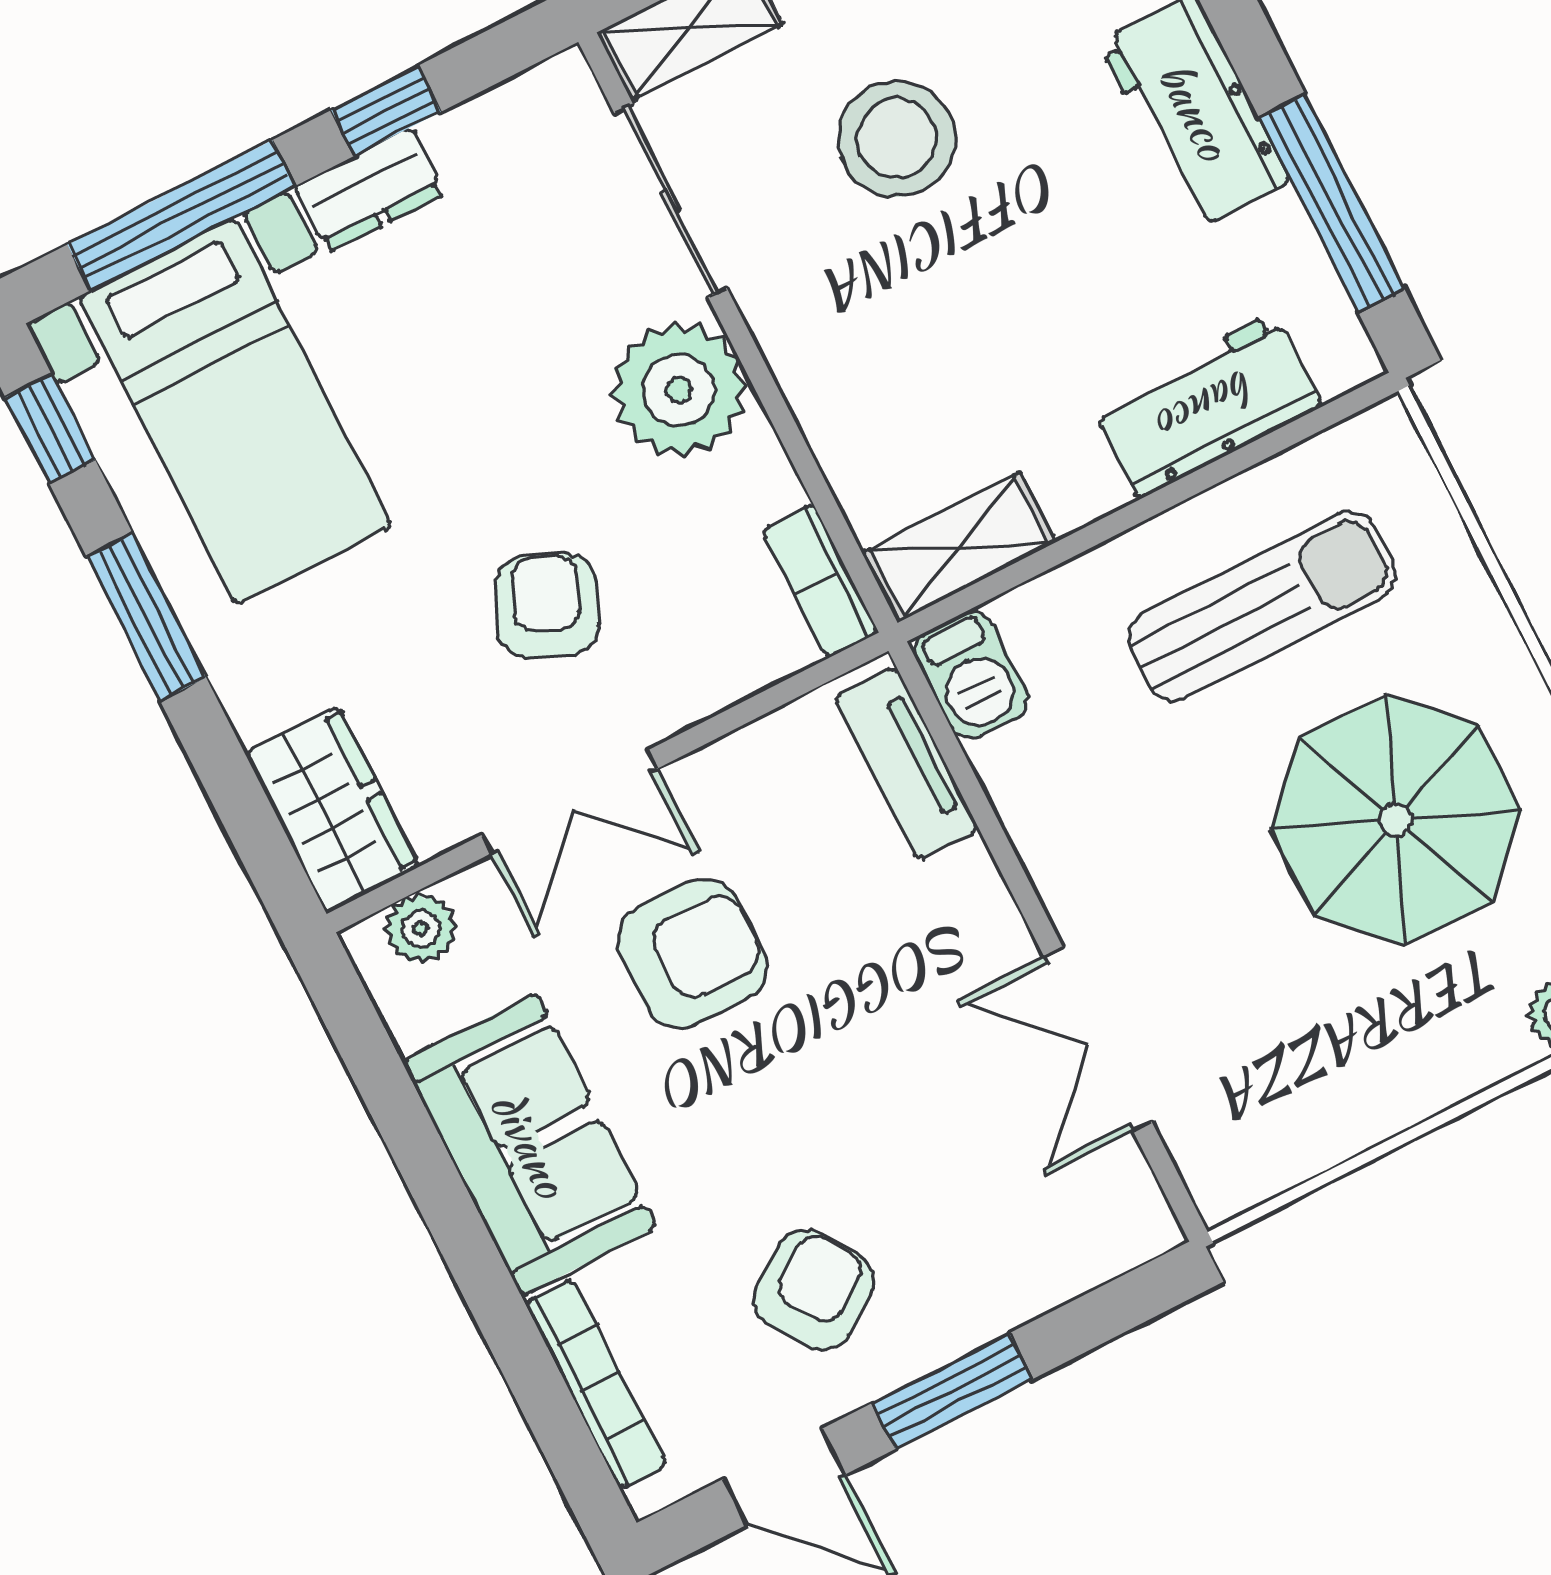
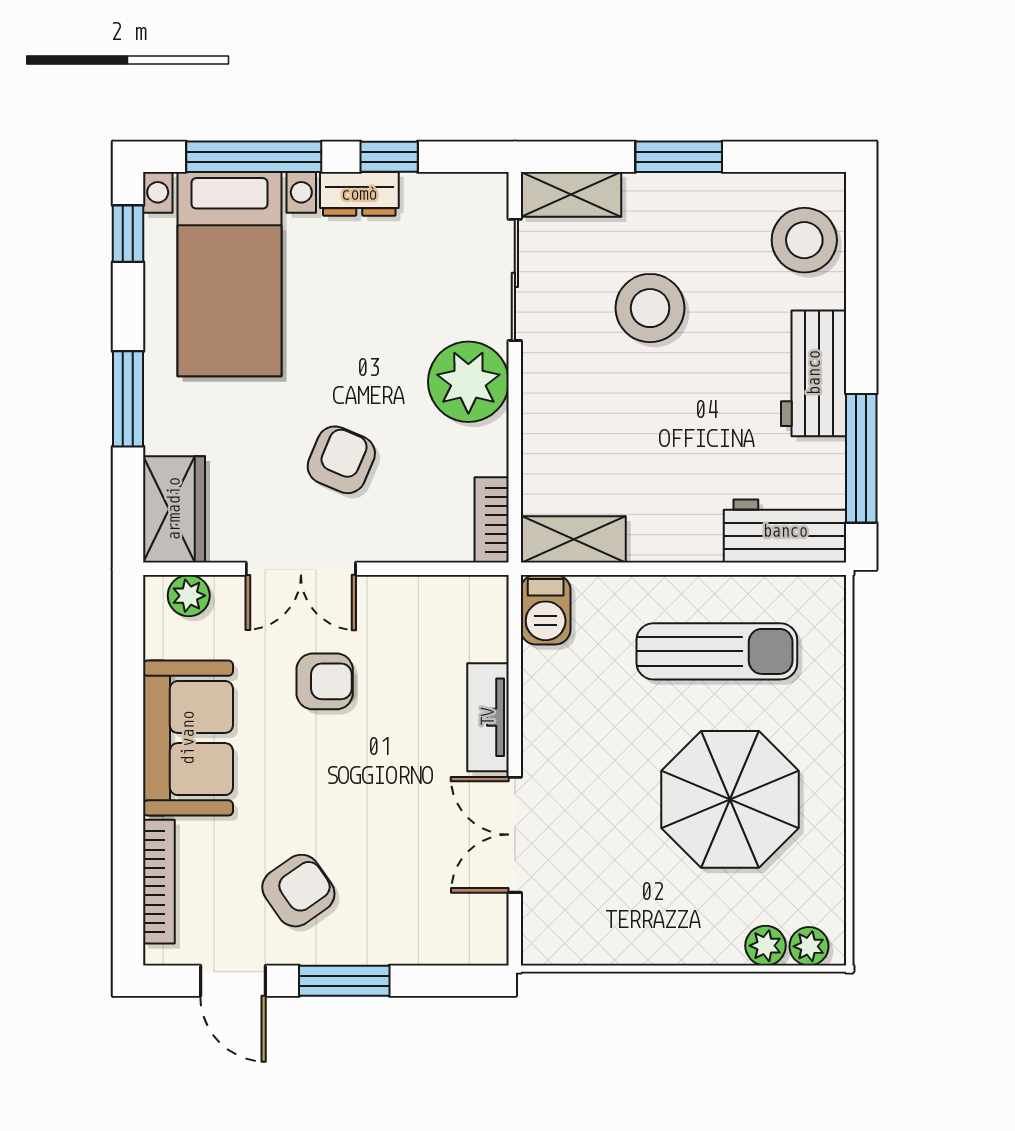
workbench: (1207, 405) -> (785, 531), moved
window: (146, 617) -> (128, 399), moved
tv unit: (906, 763) -> (488, 717), moved
armchair: (692, 954) -> (325, 681), width x0.72, depth x0.72

